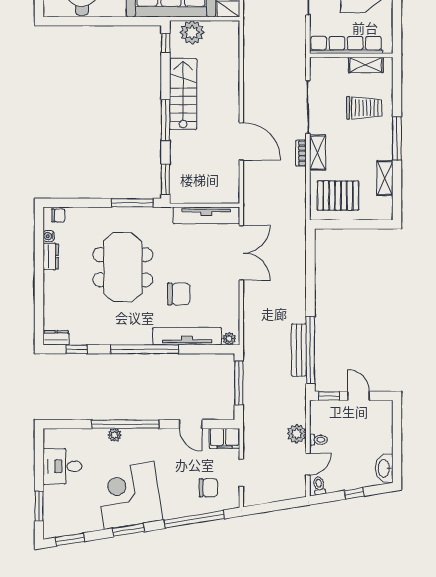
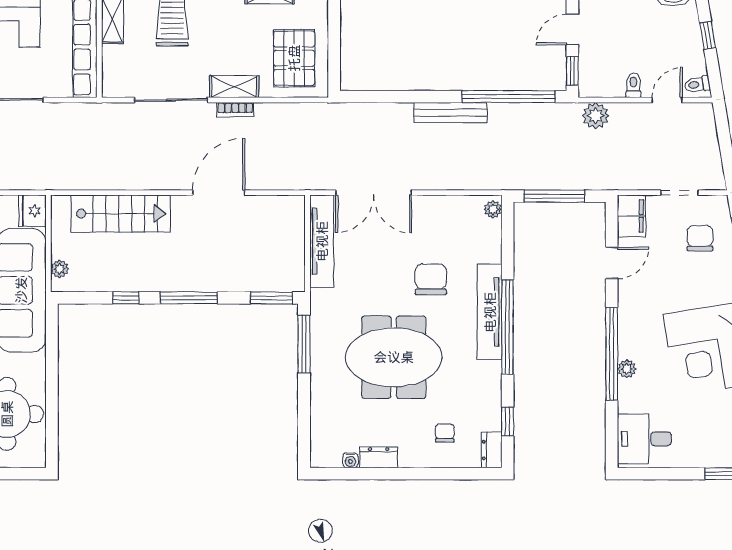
plant: (192, 32) -> (60, 269), width x0.53, depth x0.53
window: (166, 43) -> (126, 298), moved
stairs: (183, 94) -> (121, 214), moved, turned 180
chair: (58, 215) -> (445, 433), moved
double door: (241, 253) -> (374, 193), swing flipped
tv unit: (187, 336) -> (490, 312), moved
bench: (299, 350) -> (451, 113), moved
plant: (297, 434) -> (596, 116), moved
door: (308, 464) -> (667, 100), hinge flipped
desk: (63, 466) -> (644, 439), moved, turned 90

